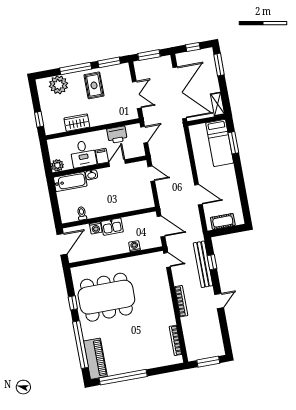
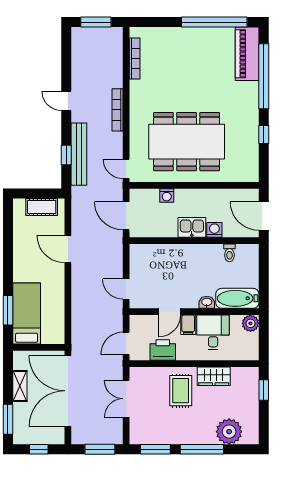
rug: (94, 85) -> (181, 391), moved
shelving: (217, 104) -> (20, 386), moved
door: (62, 244) -> (264, 216), hinge flipped
dining table: (106, 297) -> (187, 142), moved
door: (219, 301) -> (66, 101), hinge flipped

